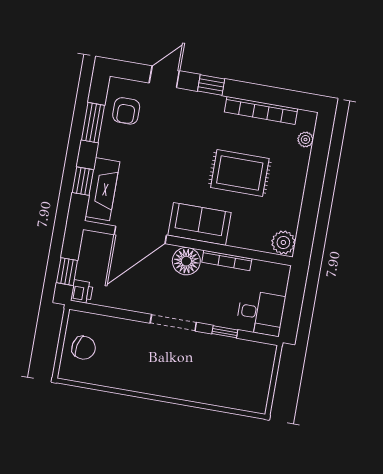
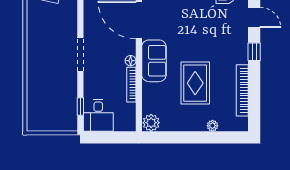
plant: (305, 139) -> (212, 126), moved
floor lamp: (186, 261) -> (131, 61), width x0.53, depth x0.53
window: (225, 332) -> (80, 106), moved

